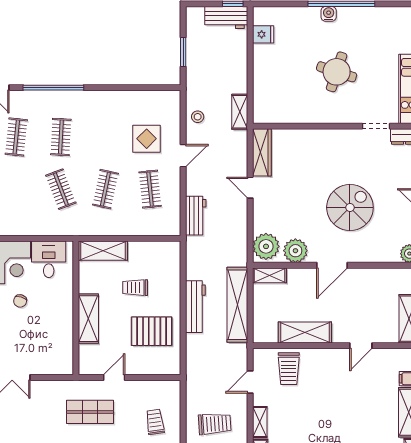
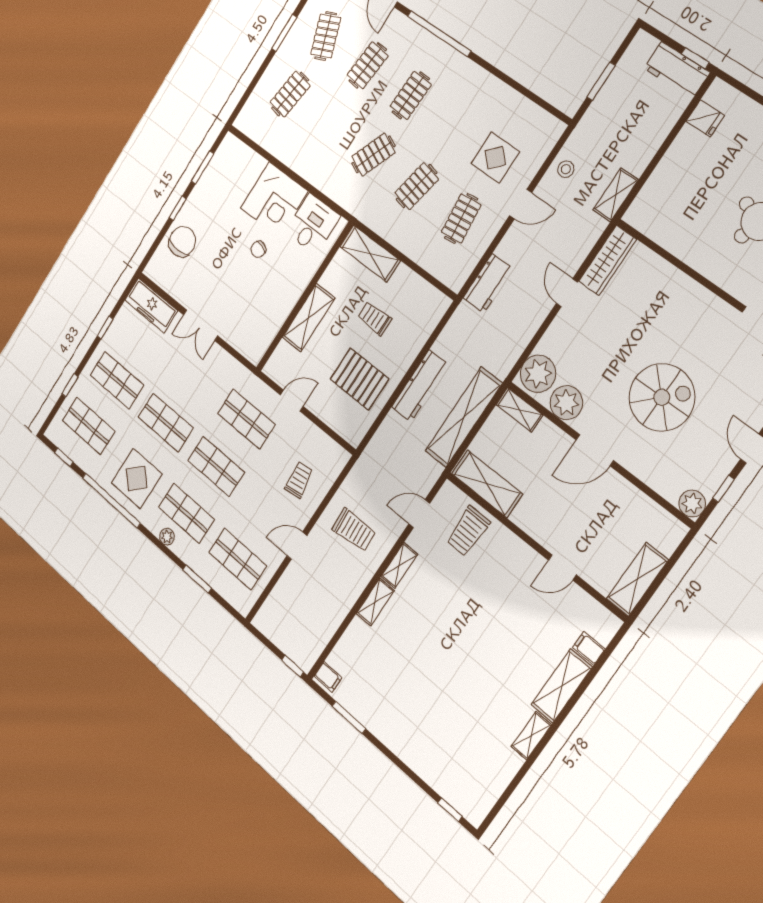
clothes rail: (61, 189) -> (373, 155), turned 45
shelving: (305, 333) -> (487, 484), moved

